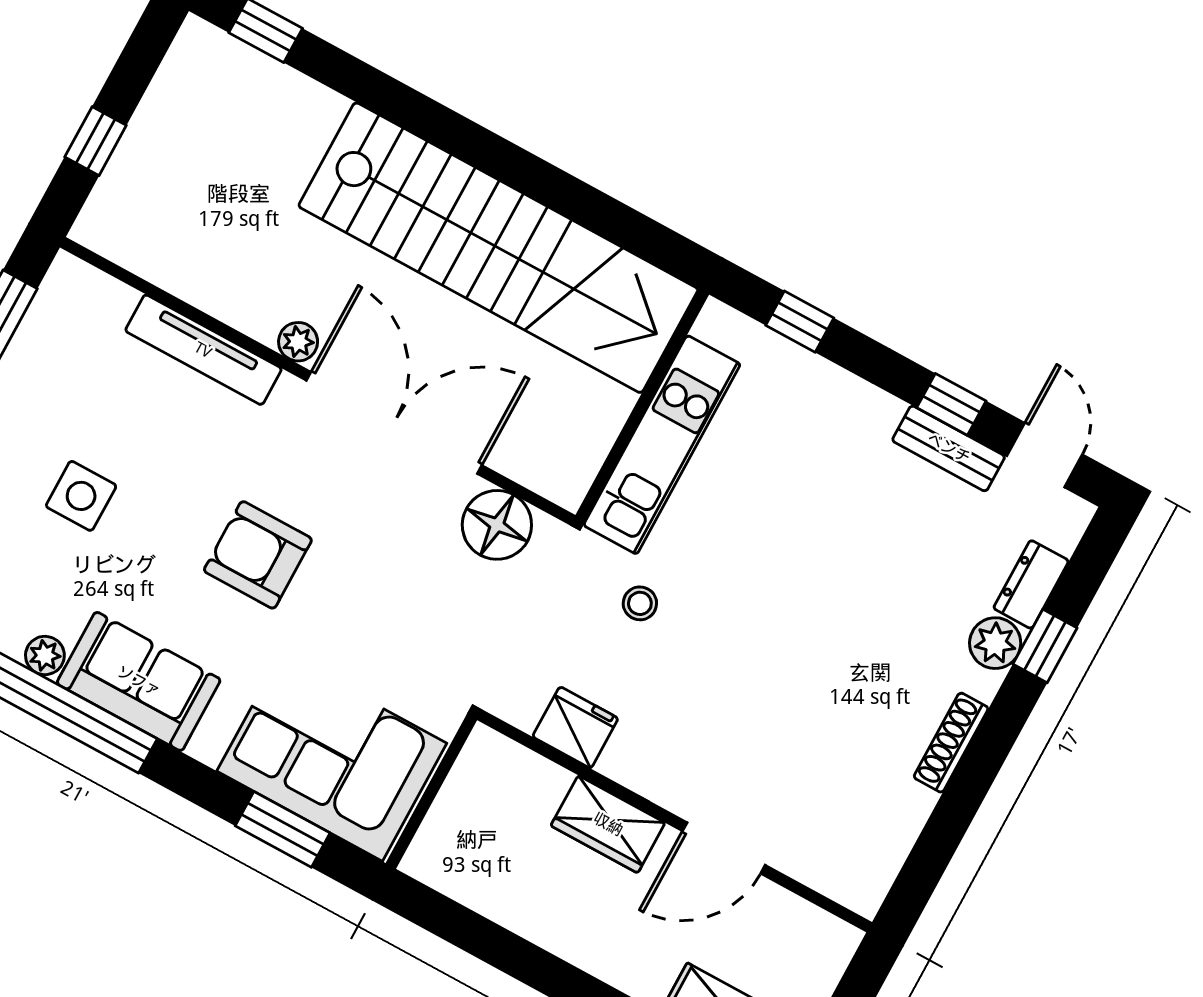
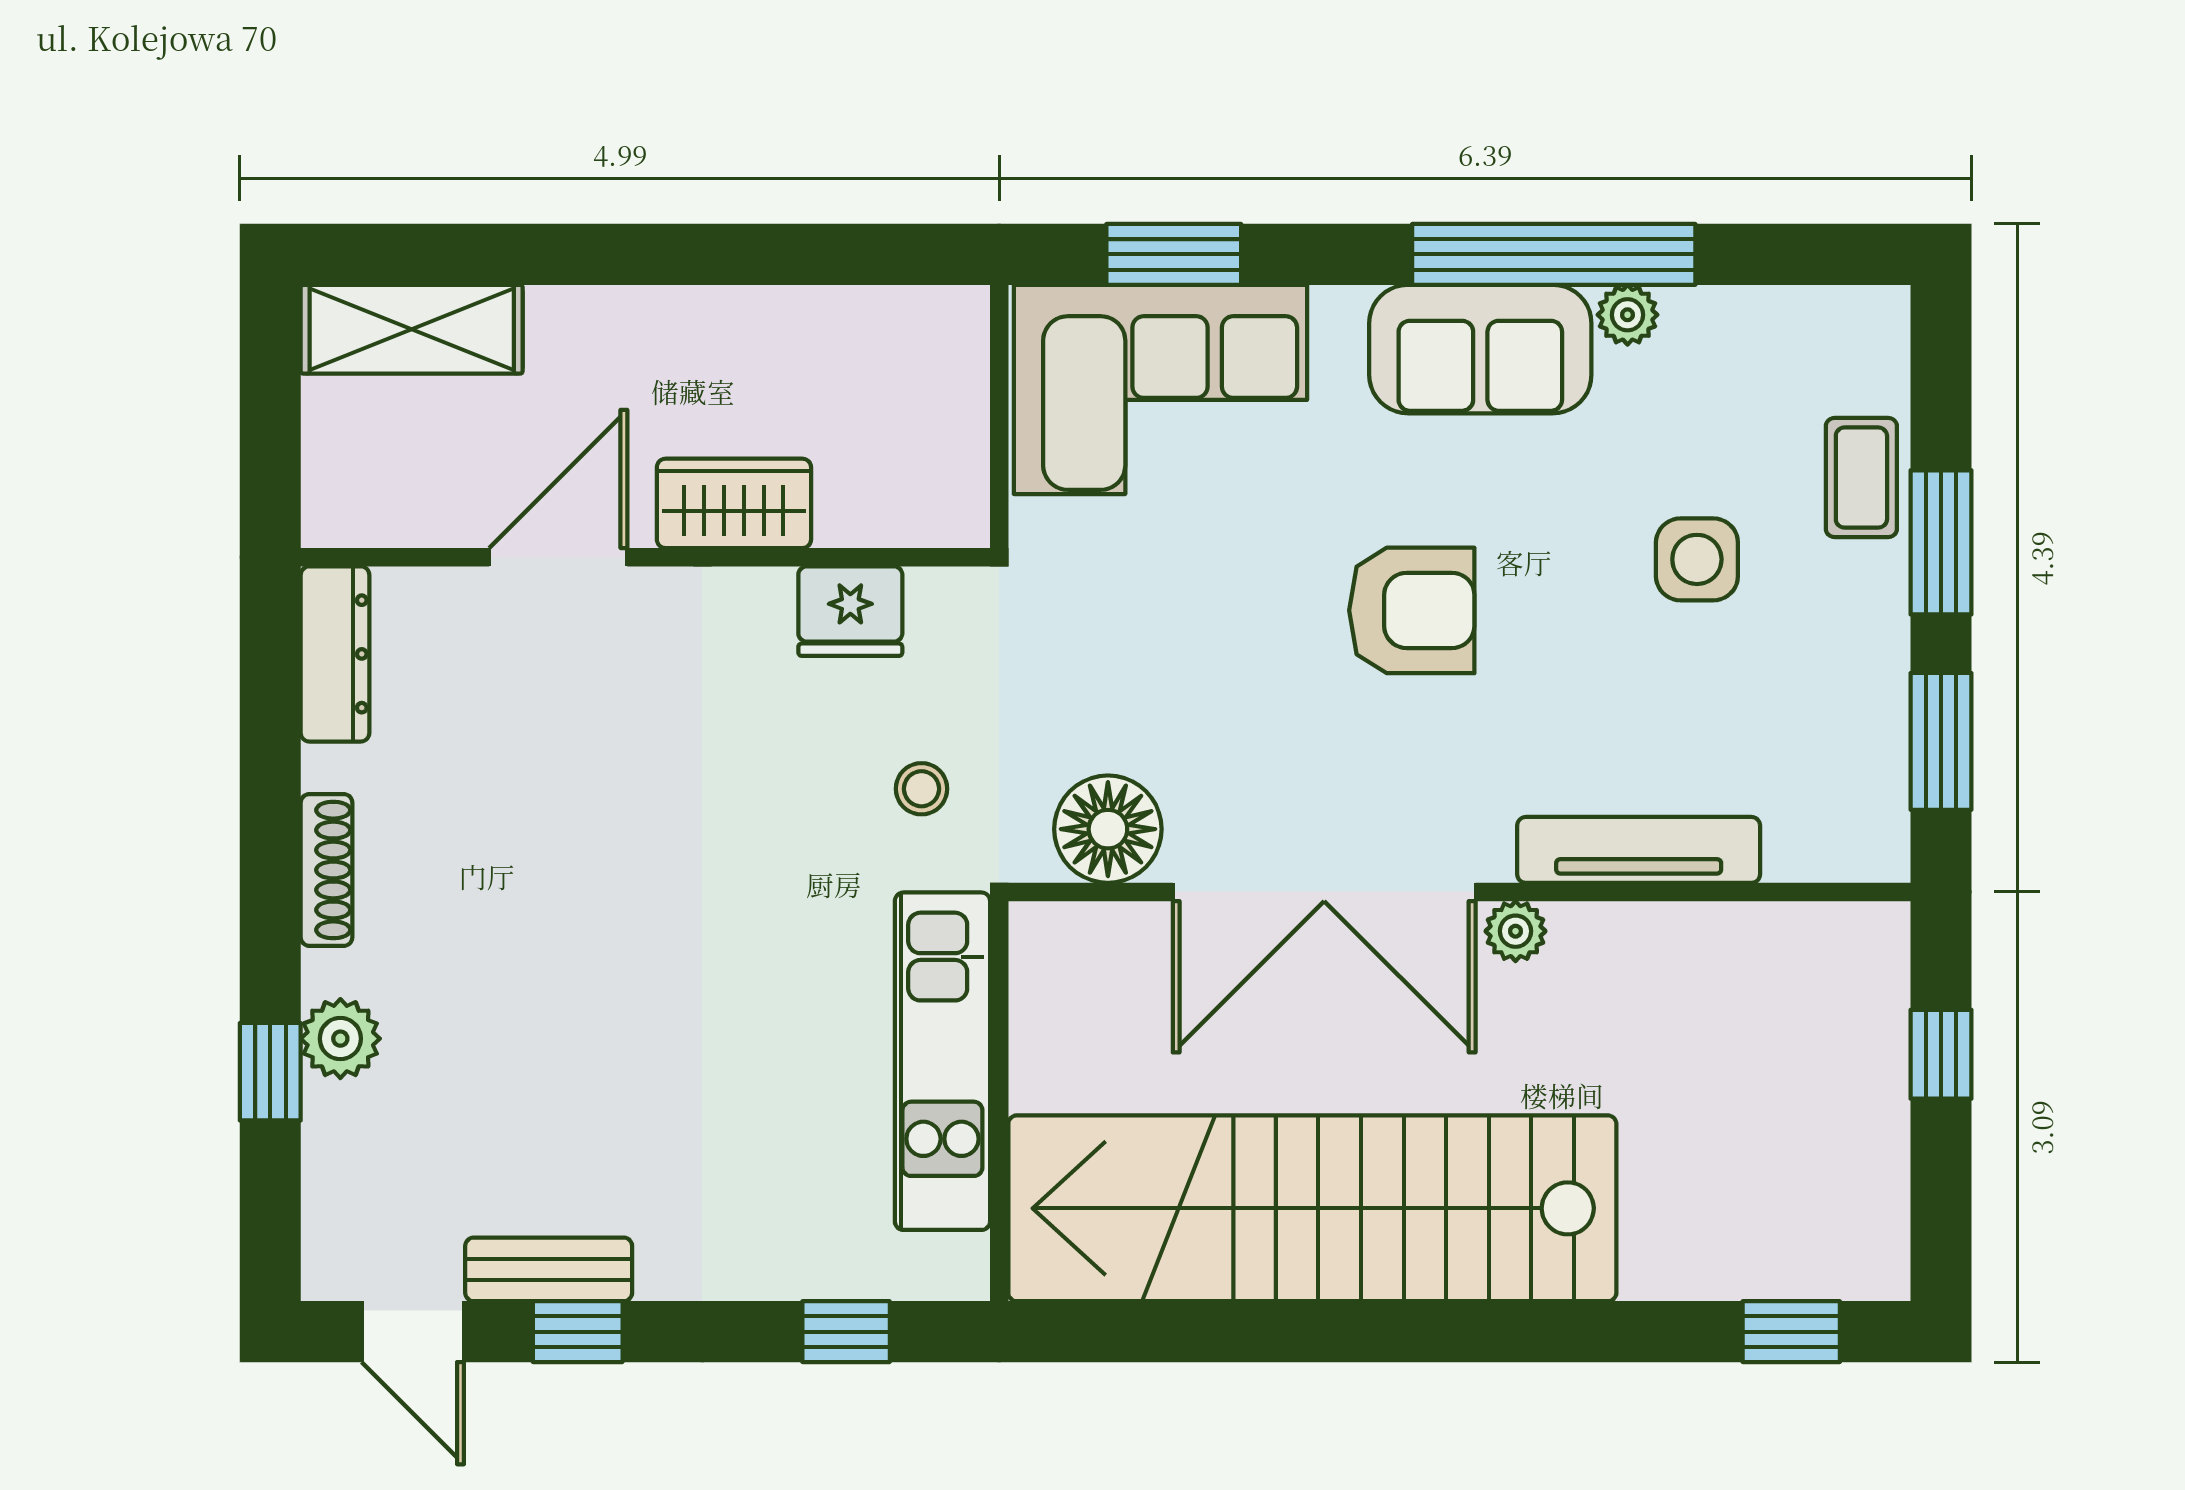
dresser: (1031, 584) -> (335, 654), moved, width x1.44
stool: (640, 603) -> (922, 789), moved

